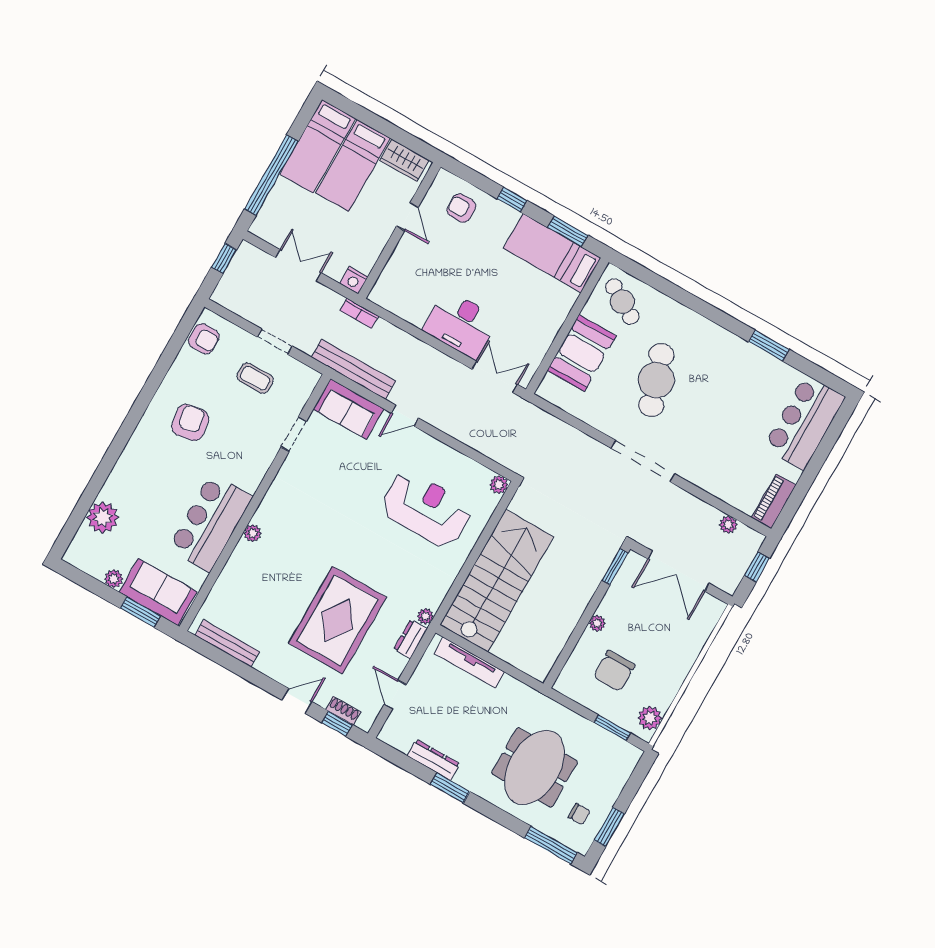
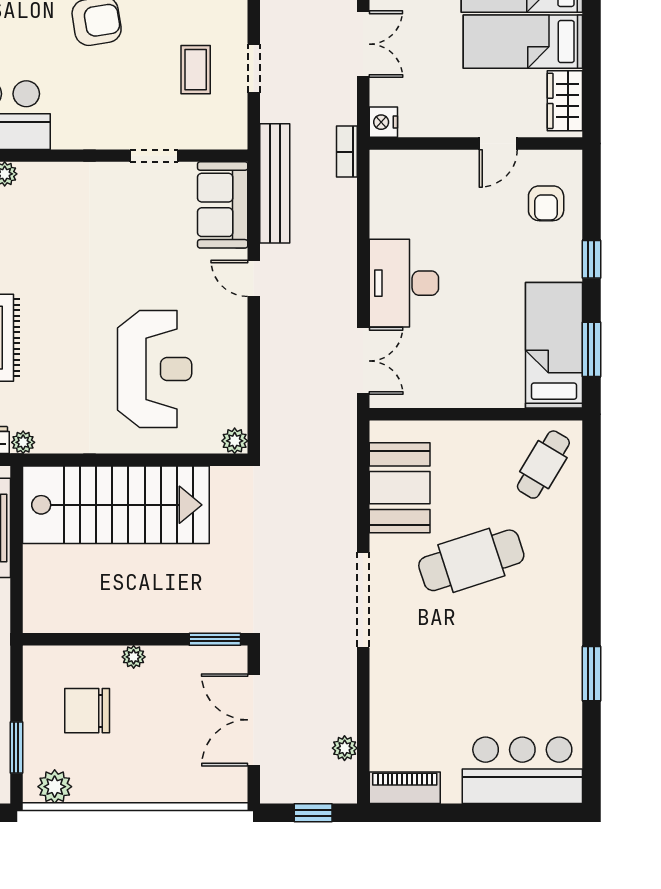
armchair: (461, 208) -> (546, 203), turned 180
booth: (582, 353) -> (400, 488), moved, turned 90

